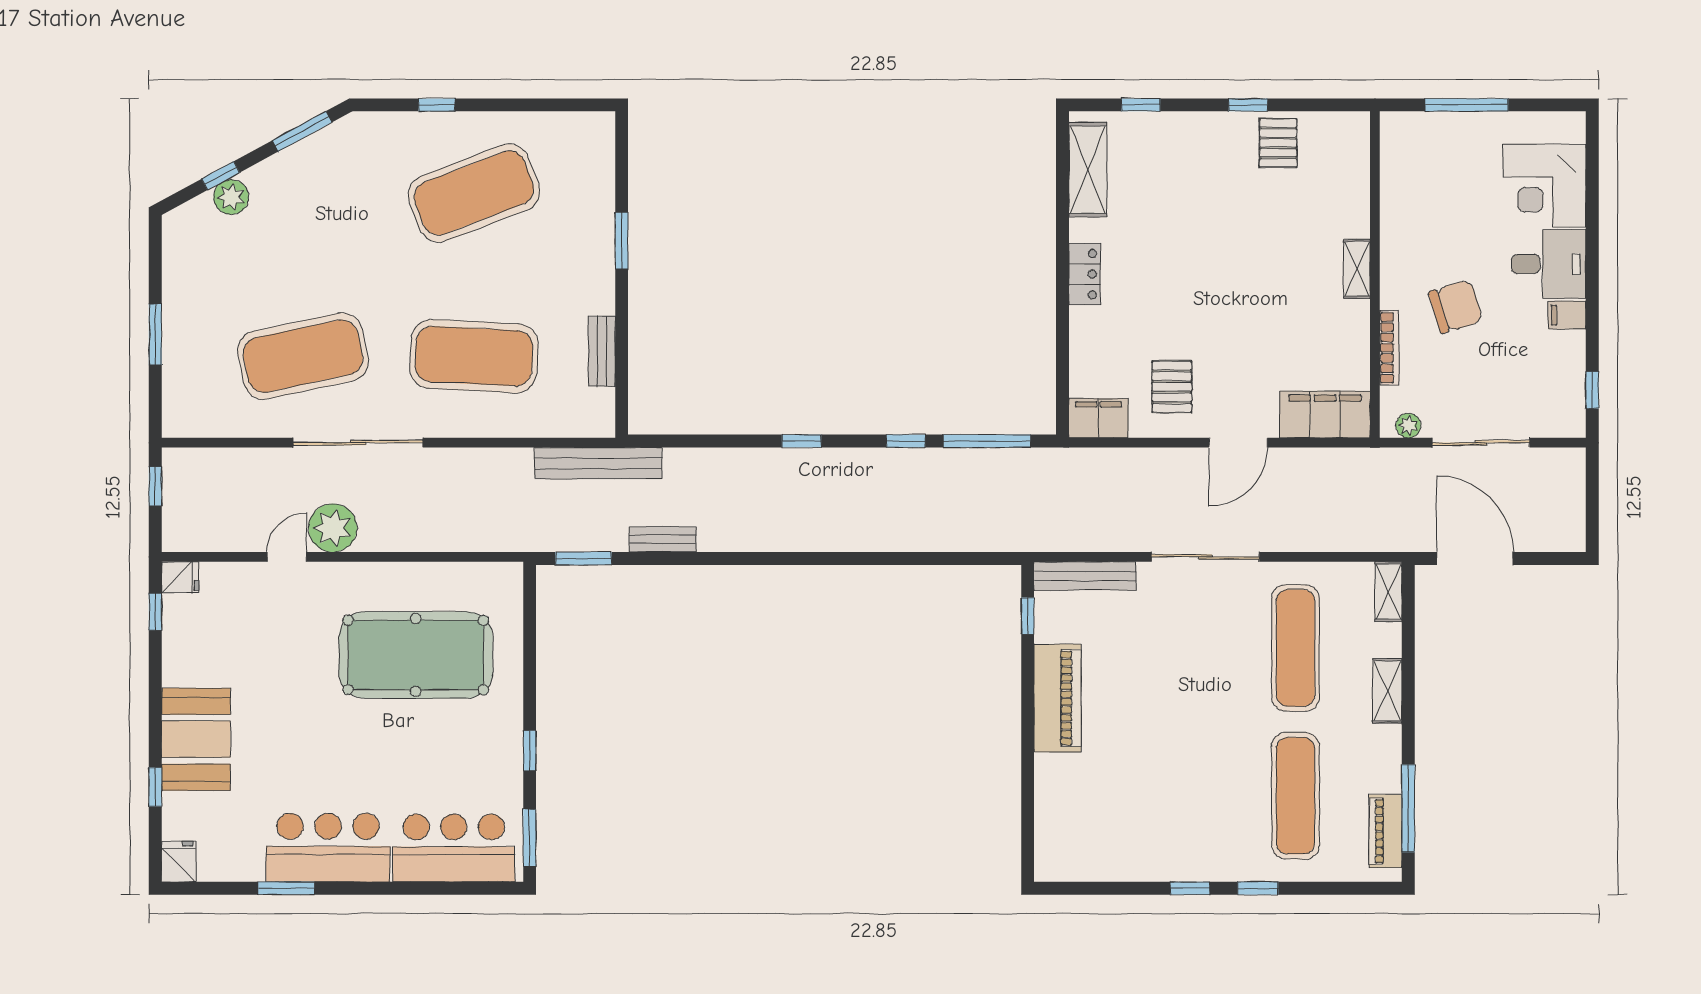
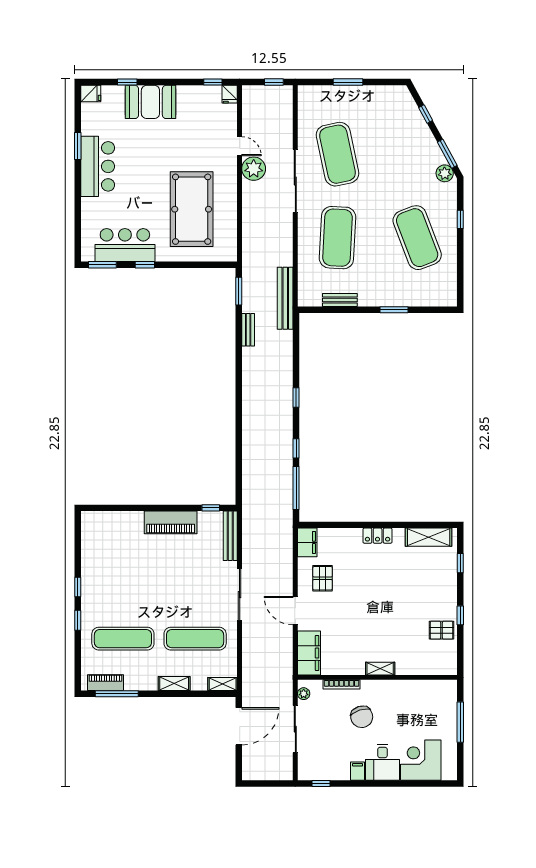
plant: (231, 197) -> (445, 173), moved
pallet: (1172, 387) -> (323, 578), turned 90
bar counter: (454, 848) -> (125, 245), moved, turned -90

